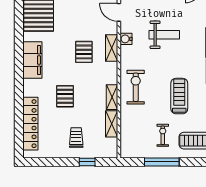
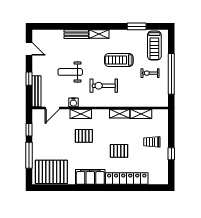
weight bench: (164, 35) -> (70, 72), turned -90
exercise bike: (136, 87) -> (104, 86), moved
locker: (30, 124) -> (127, 179), moved
window: (87, 162) -> (171, 154), moved
window: (162, 162) -> (171, 74), width x1.46

